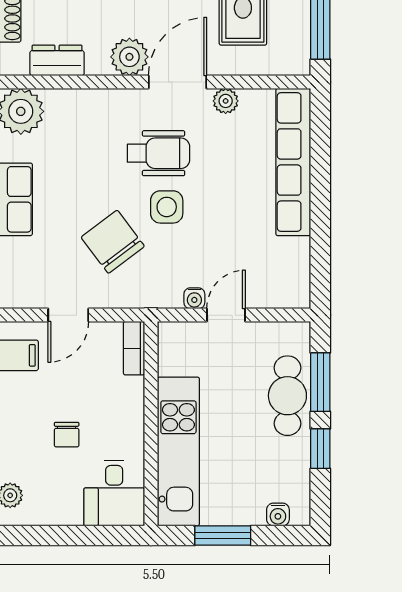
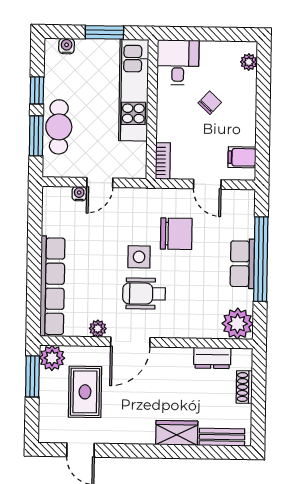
plant: (129, 57) -> (52, 358), moved
chair: (113, 242) -> (176, 234), turned -53
water cooler: (194, 298) -> (79, 194), moved
door: (68, 315) -> (207, 184), swing flipped
chair: (67, 435) -> (210, 103), turned 43

